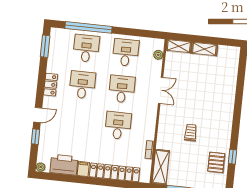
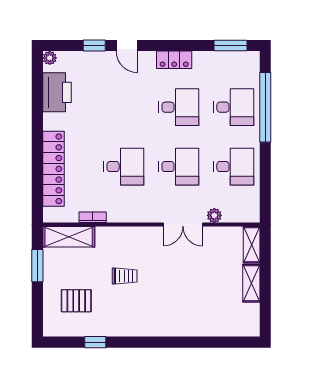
plant: (158, 55) -> (214, 215), moved
pallet: (216, 162) -> (76, 301), moved
filing cabinet: (83, 169) -> (54, 122), removed

